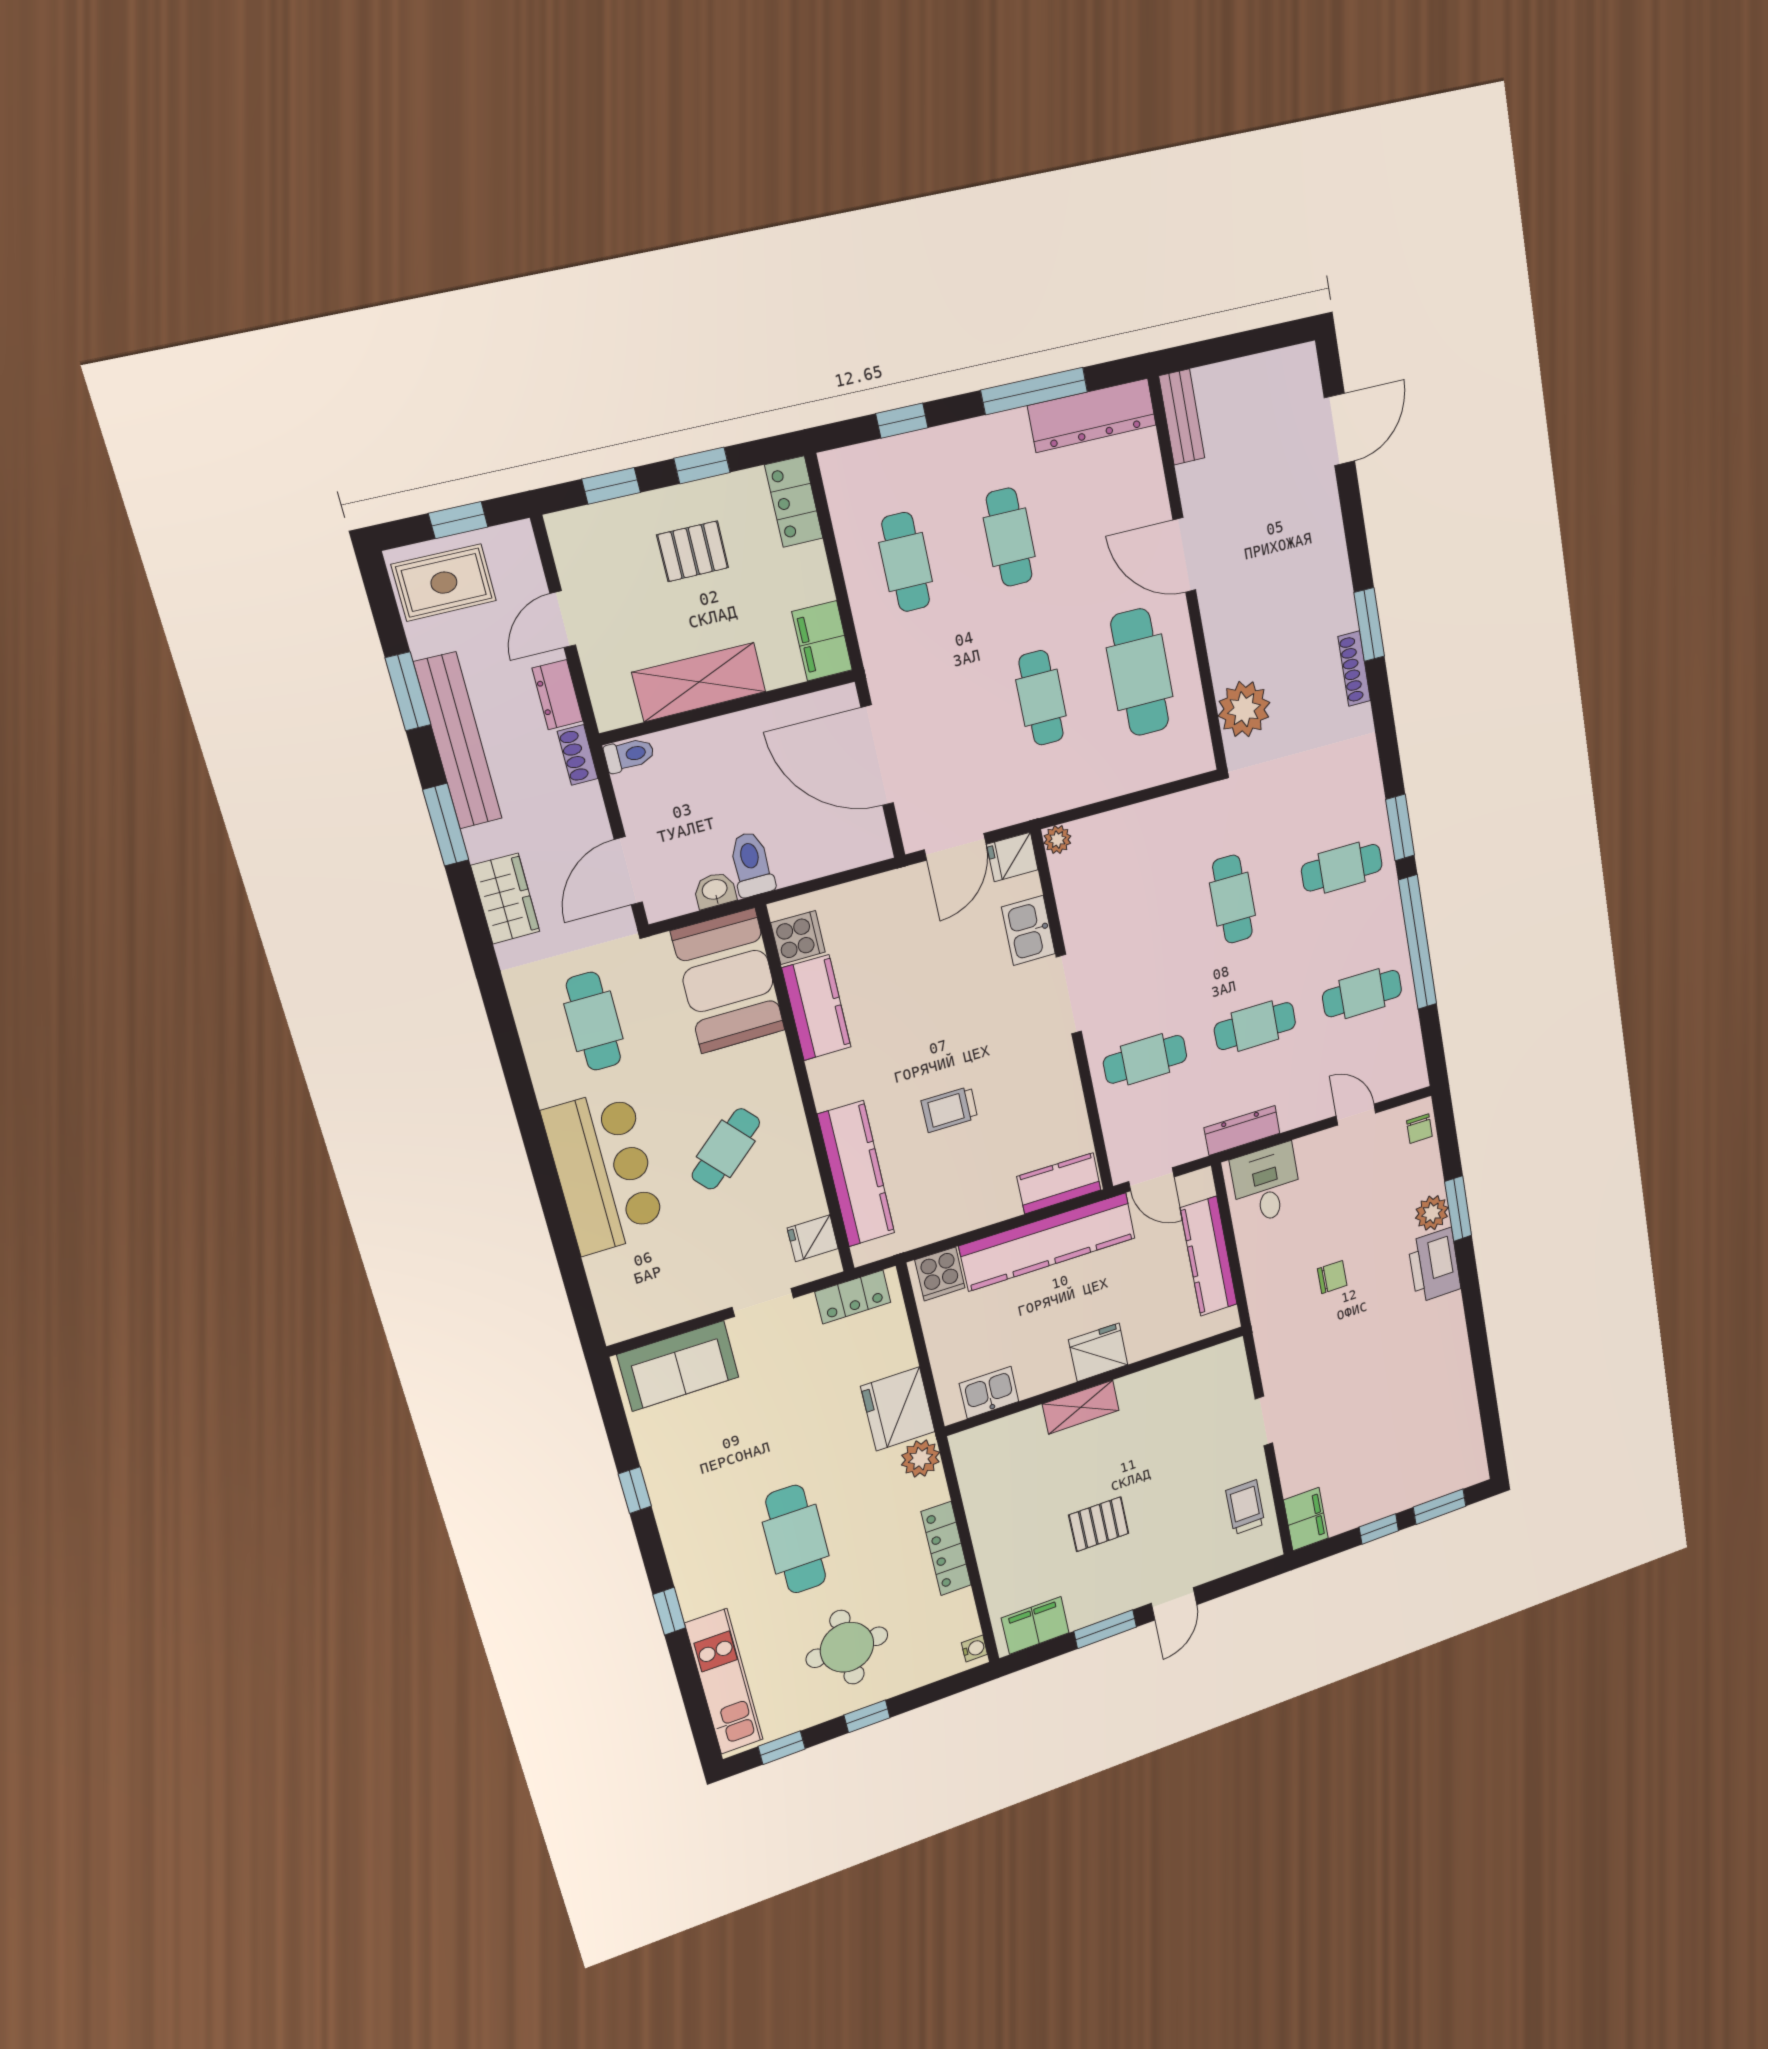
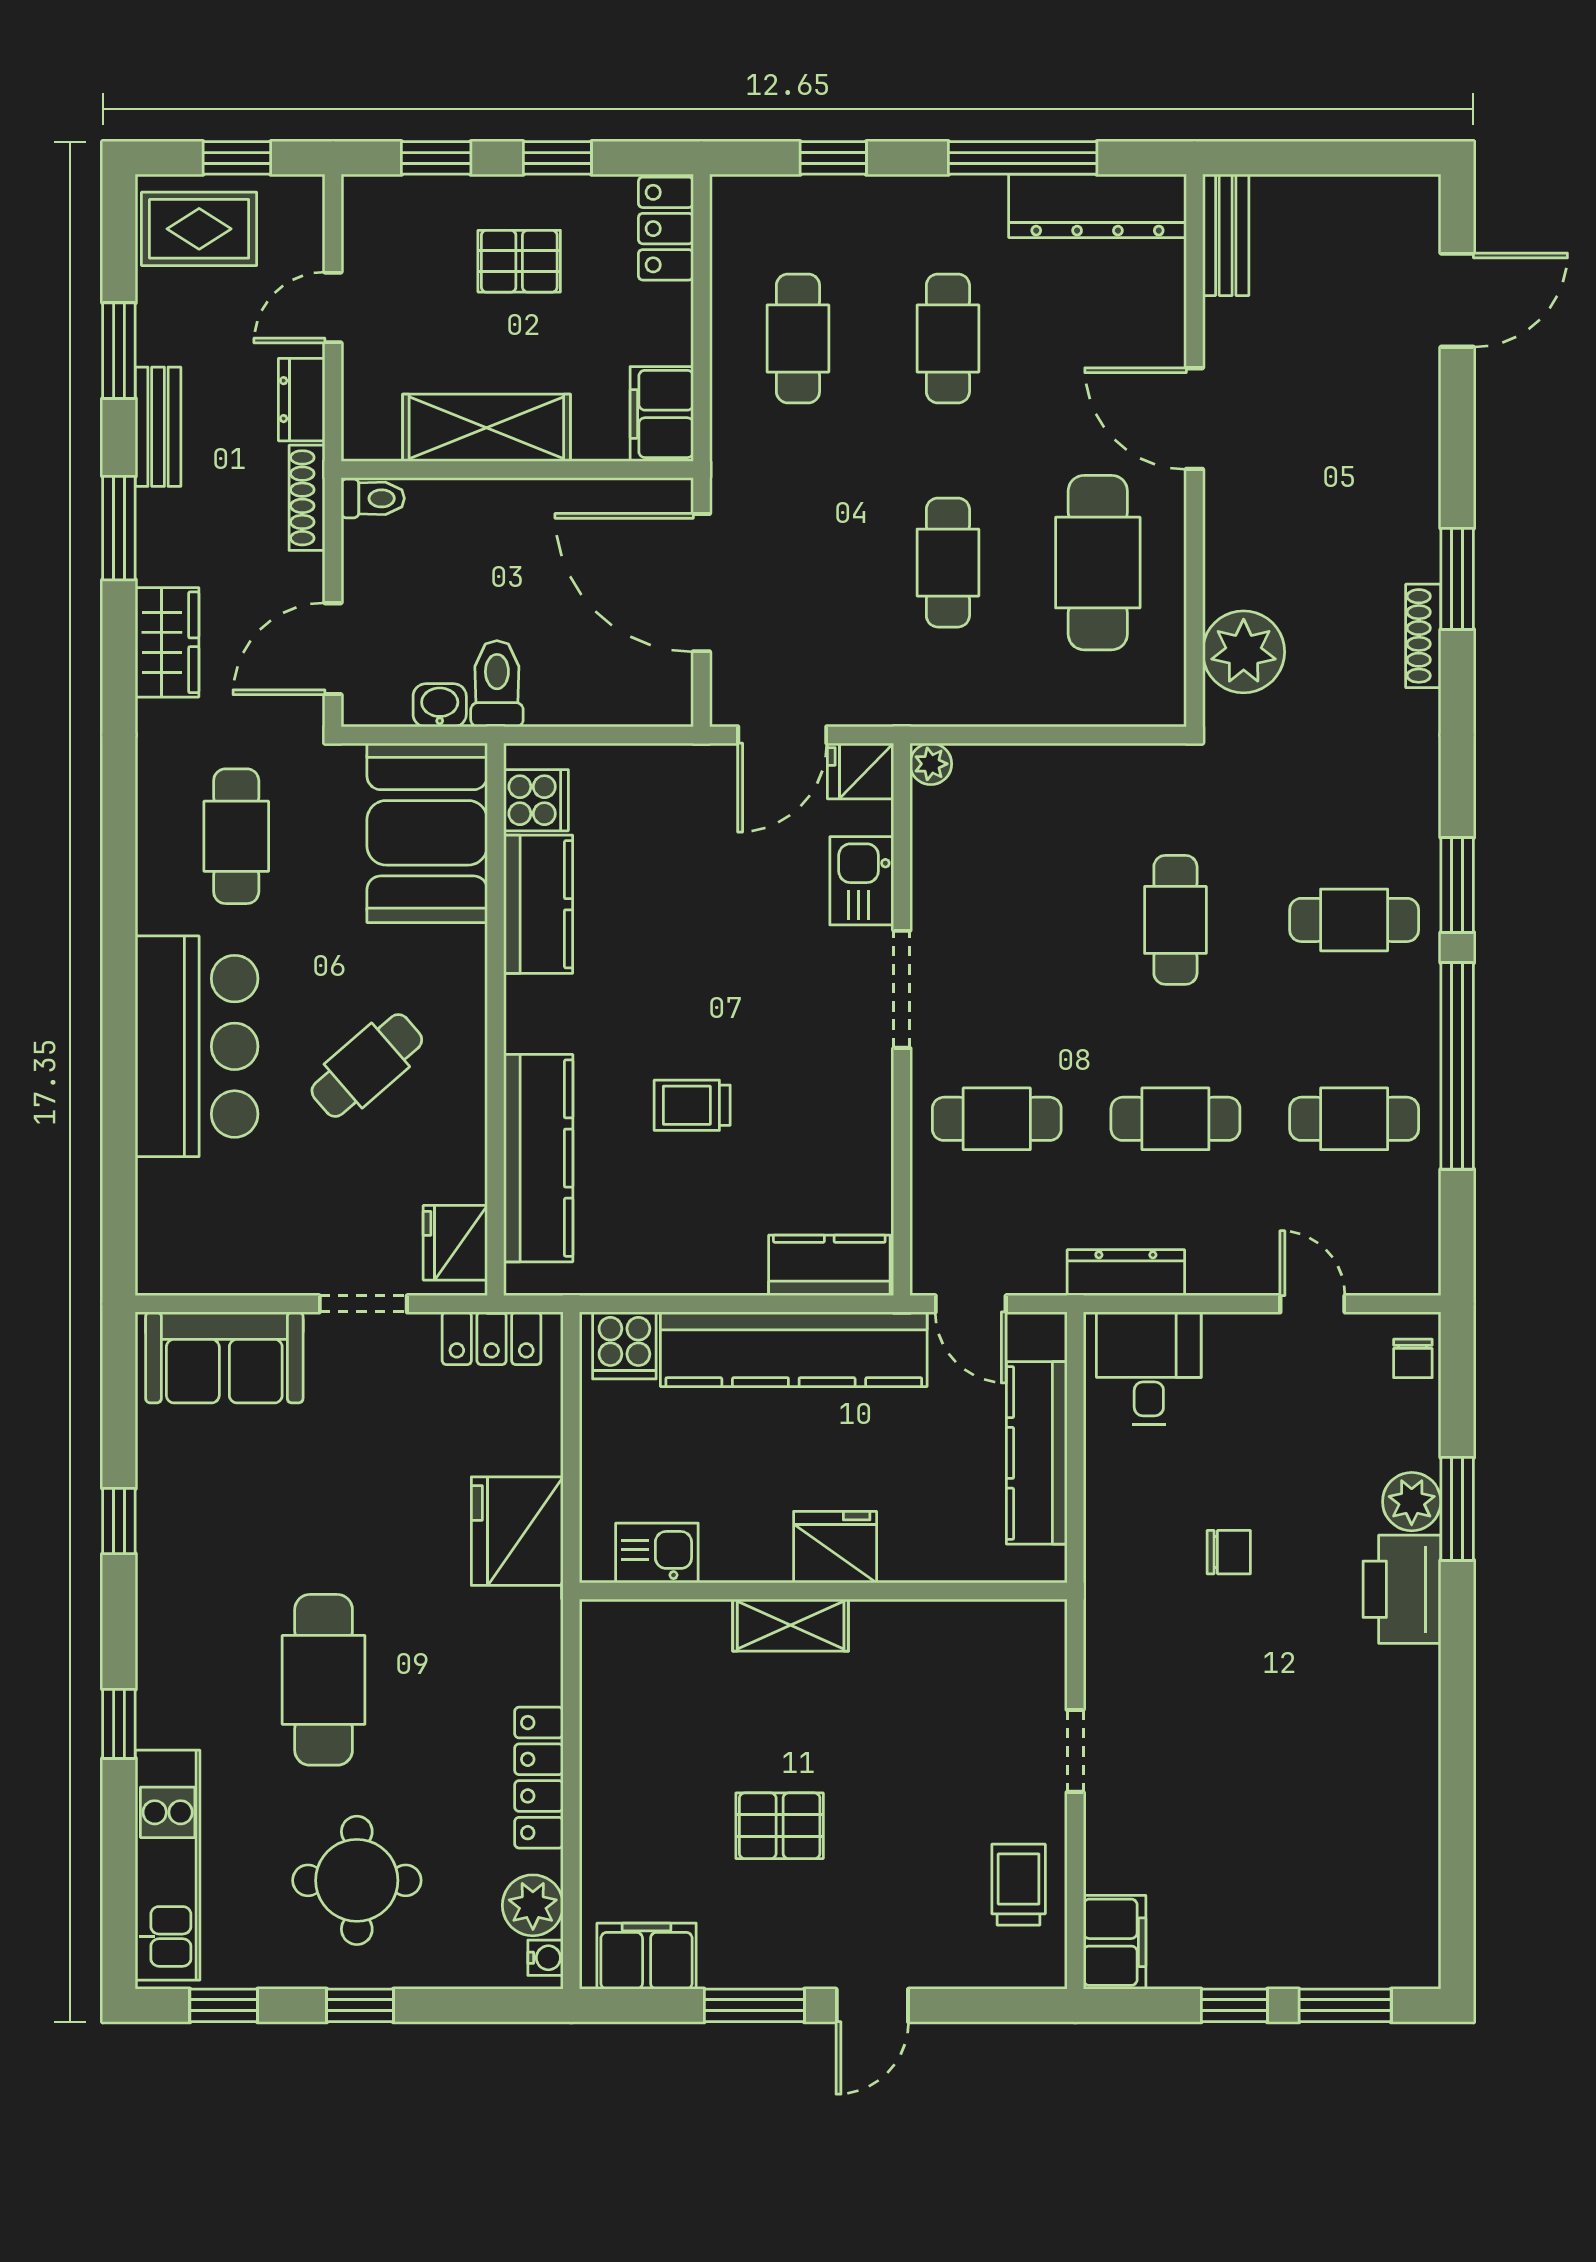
bench: (458, 741) -> (158, 427), width x0.54, depth x0.82
shoe rack: (578, 755) -> (307, 498), width x1.43
fridge: (813, 1238) -> (455, 1243), width x1.38
plant: (921, 1459) -> (533, 1905), moved

